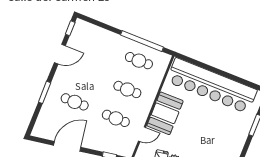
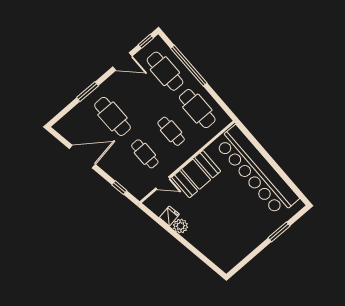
window: (142, 41) -> (189, 66), moved
cafe table: (98, 44) -> (165, 71), added
cafe table: (139, 61) -> (197, 109), width x1.37, depth x1.35
cafe table: (75, 102) -> (113, 116), width x1.37, depth x1.35

